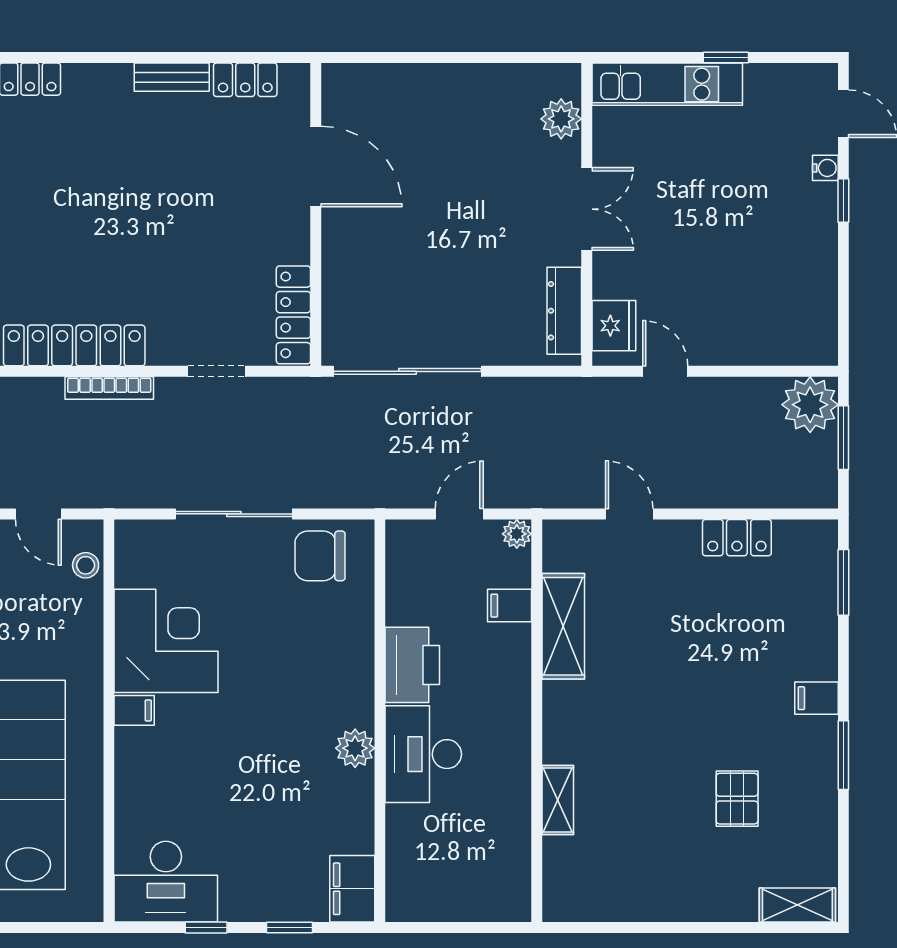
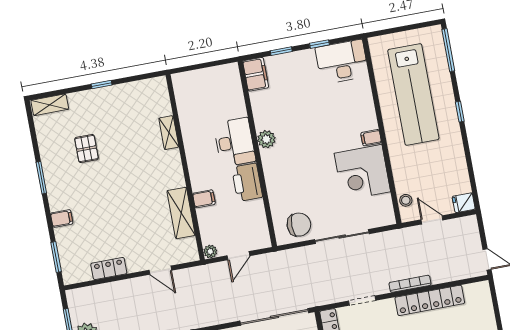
filing cabinet: (510, 606) -> (204, 199), moved
filing cabinet: (816, 698) -> (62, 218), moved
window: (680, 928) -> (102, 84), added

